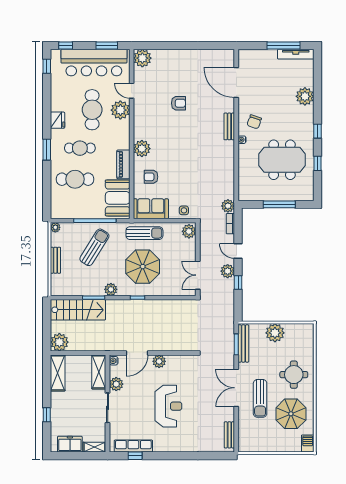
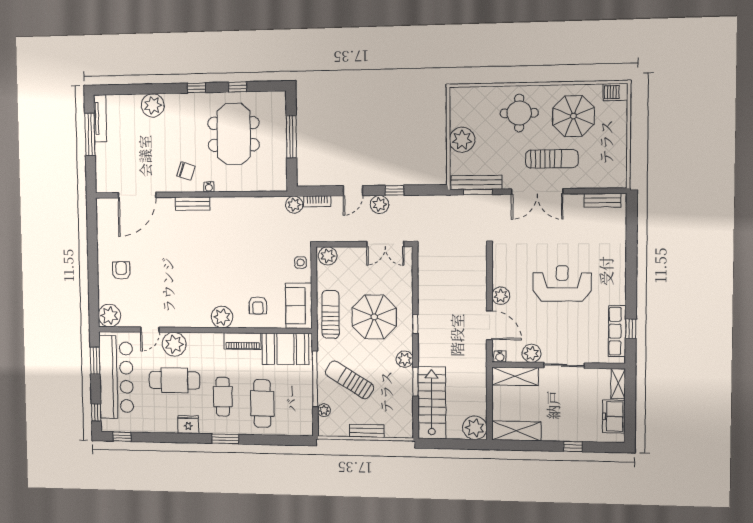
armchair: (178, 103) -> (121, 271), moved
plant: (55, 227) -> (324, 410), moved

